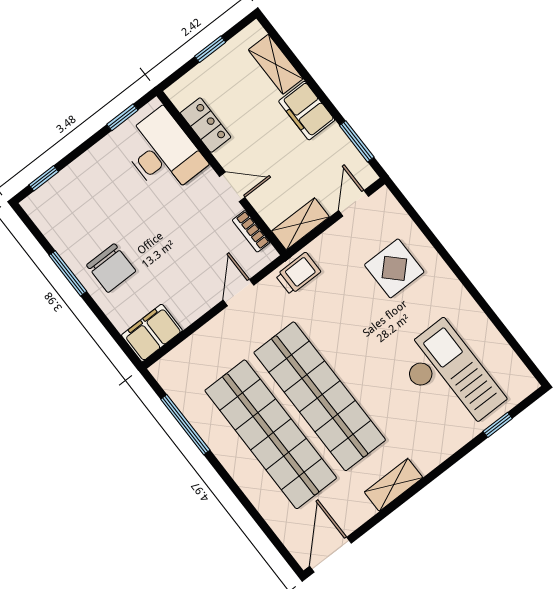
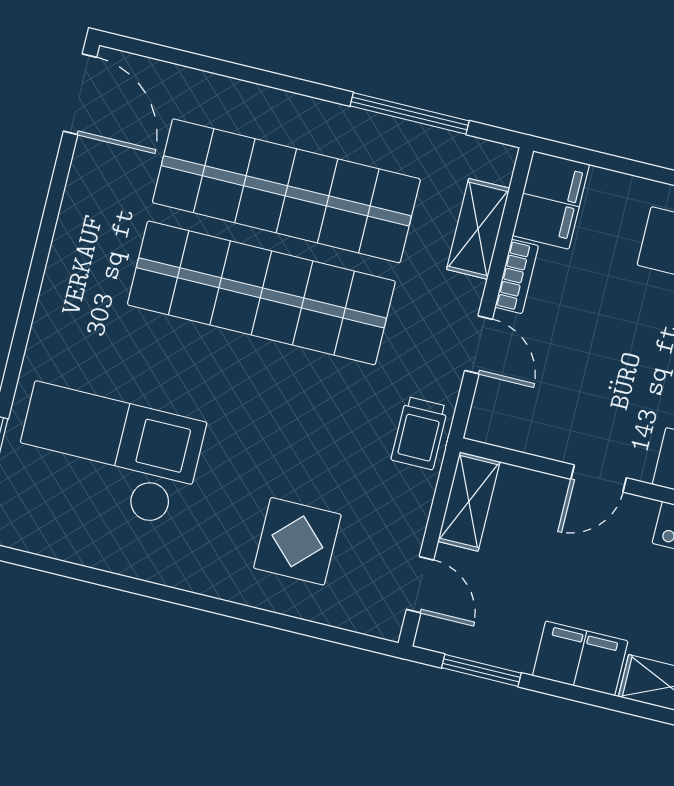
bookcase: (251, 231) -> (517, 276), moved, turned 90
checkout: (450, 378) -> (108, 455), turned 180
shelving: (394, 485) -> (478, 229), moved

